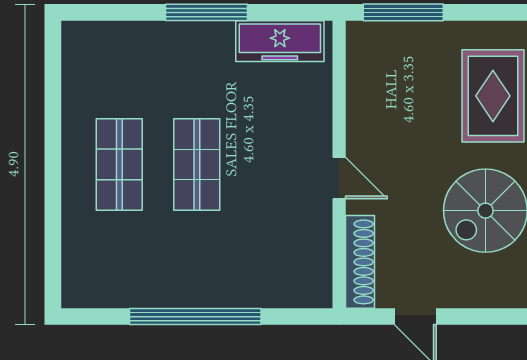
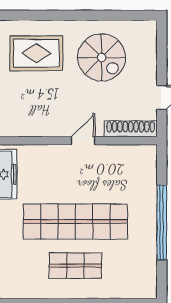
shop shelf: (197, 164) -> (75, 222), width x2.00, depth x1.36

